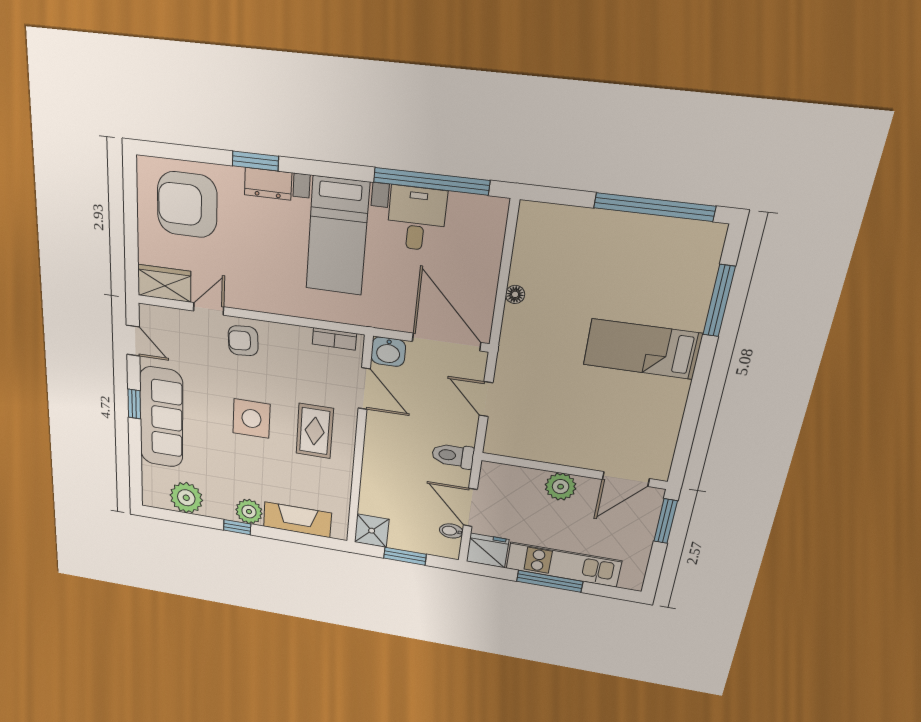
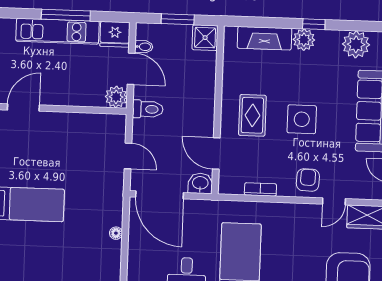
bookcase: (334, 339) -> (260, 189), moved
armchair: (243, 341) -> (308, 180), turned -84
plant: (561, 487) -> (116, 97), moved

